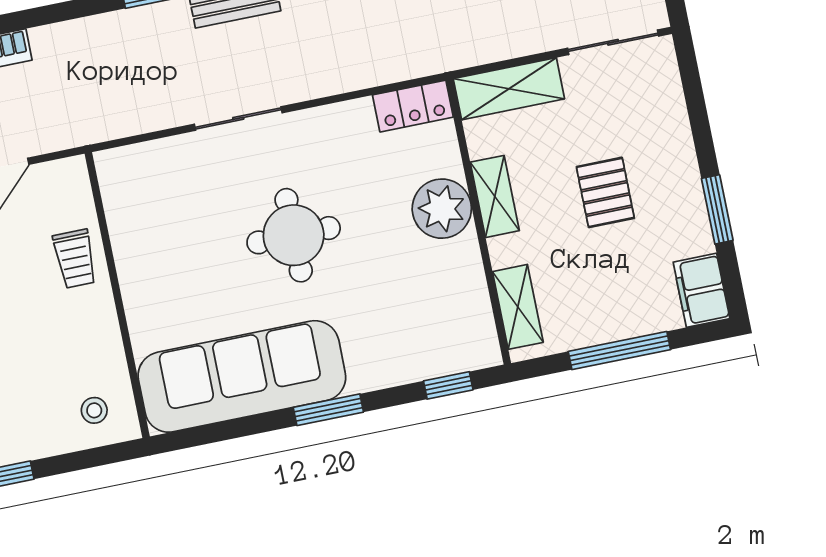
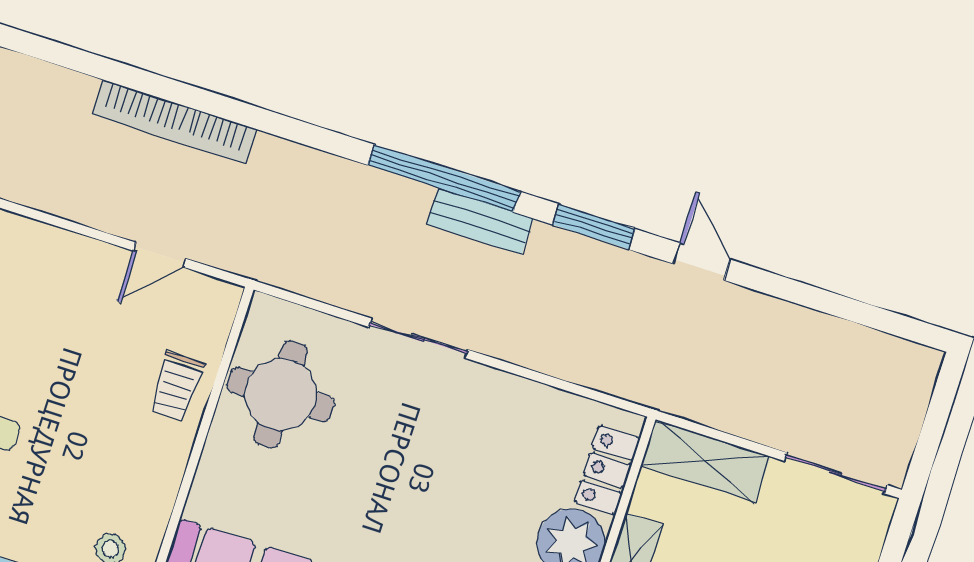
locker: (413, 106) -> (607, 470), moved, turned 90
round table: (294, 235) -> (281, 394), moved

